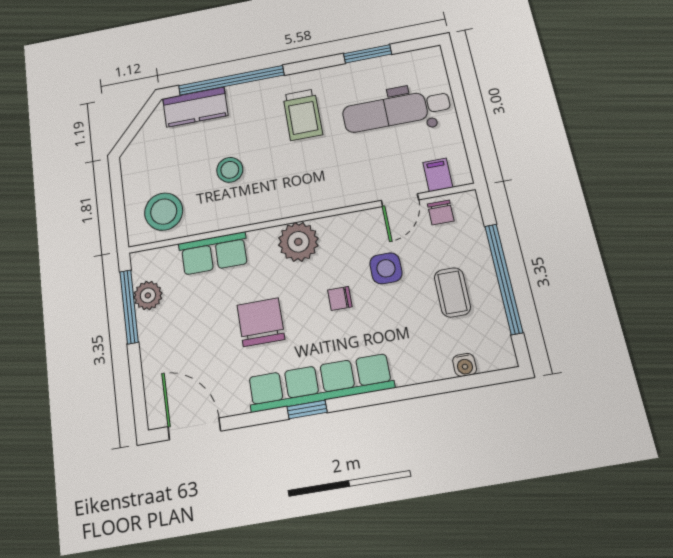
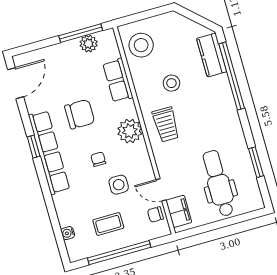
trolley: (303, 115) -> (166, 124), moved, turned -90
filing cabinet: (438, 175) -> (179, 211), width x2.00

